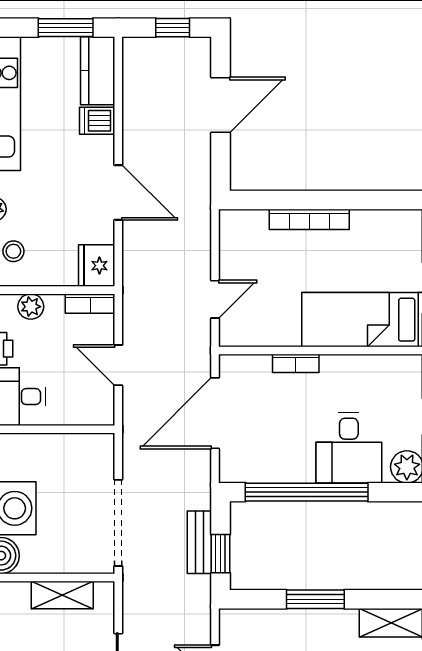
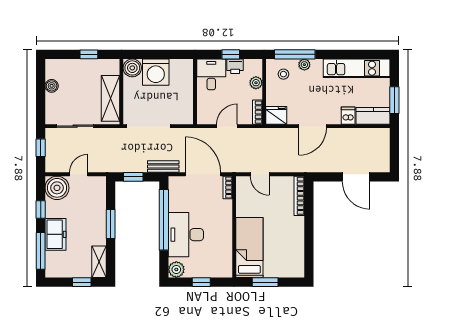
window: (173, 28) -> (394, 153), removed
bookcase: (309, 219) -> (299, 196), moved
bookcase: (296, 363) -> (228, 187), moved
desk: (349, 448) -> (186, 235), width x1.37
bench: (199, 542) -> (163, 166), moved
shelving: (62, 595) -> (110, 98), width x1.50, depth x1.33

